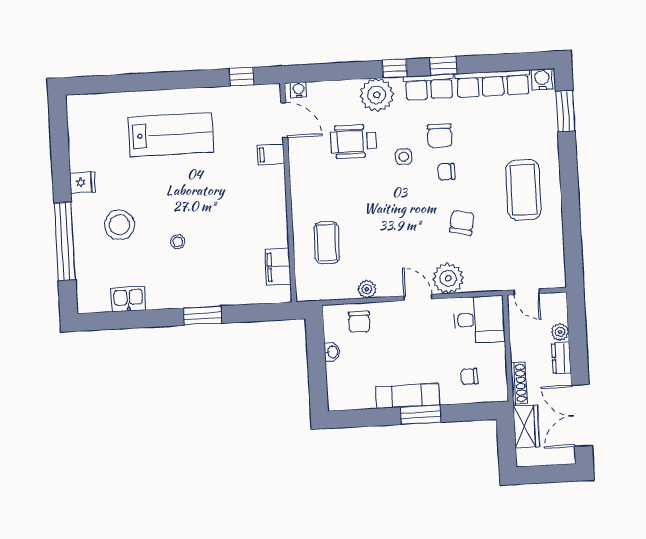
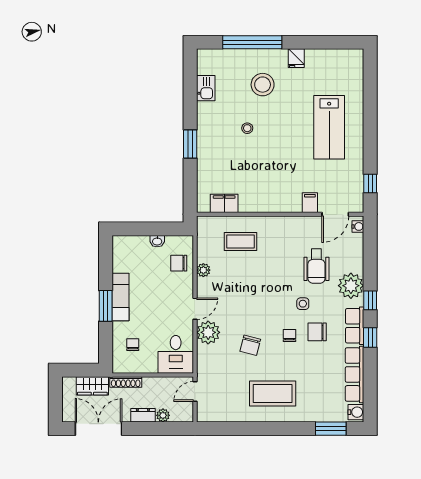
wheelchair: (354, 141) -> (316, 266), turned 180
chair: (462, 222) -> (250, 345), turned 92

